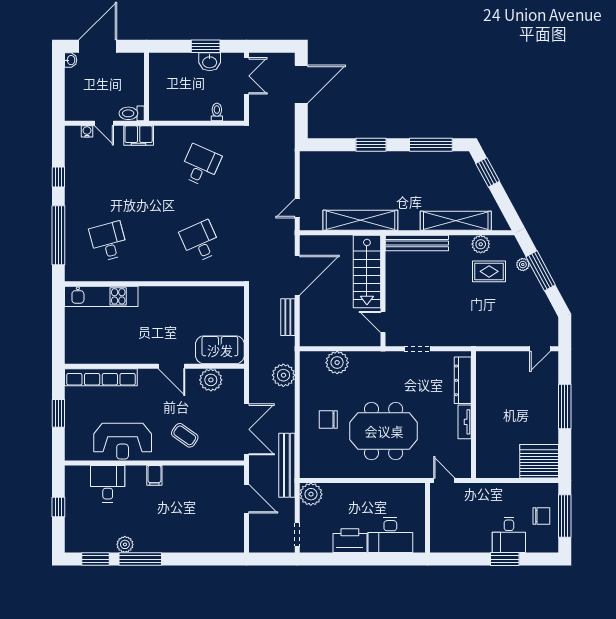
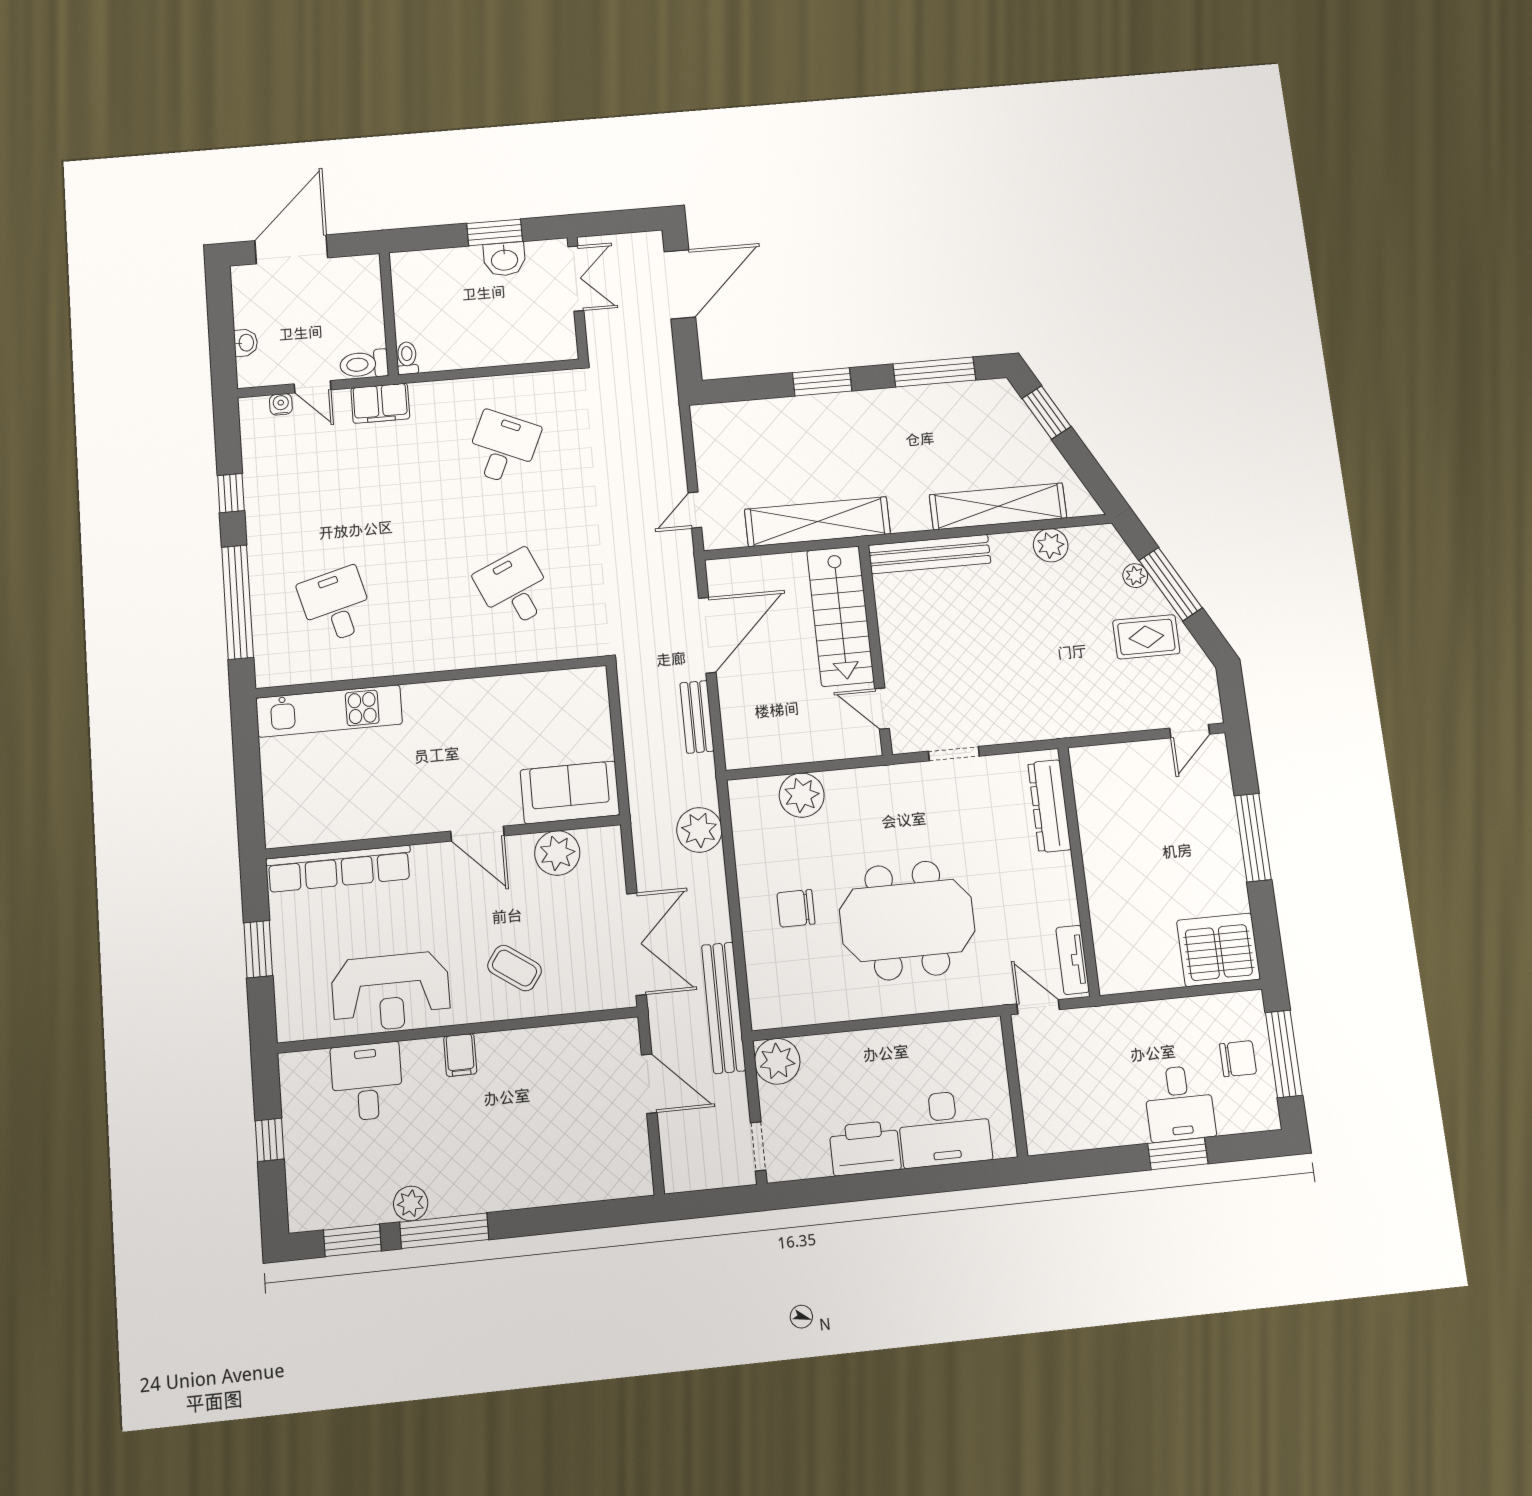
washbasin: (71, 60) -> (246, 343), moved
toilet: (217, 112) -> (407, 358), moved
rug: (489, 271) -> (1146, 637), moved
tv unit: (465, 422) -> (1073, 960), moved

